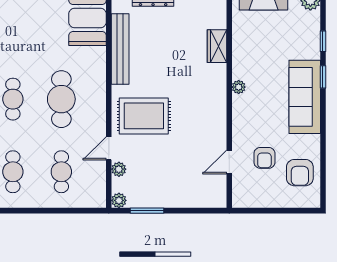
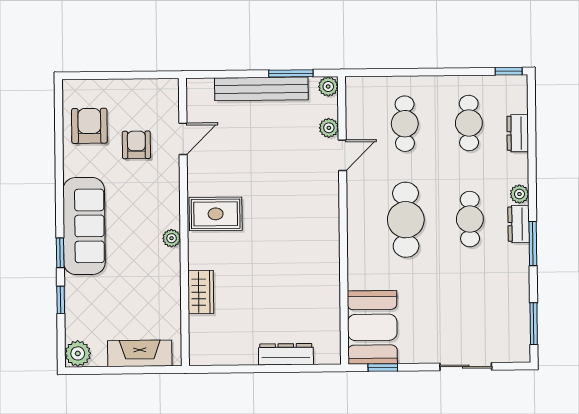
bench: (120, 49) -> (261, 89), moved, turned 90
rug: (144, 116) -> (216, 214), moved, width x0.73, depth x0.70

